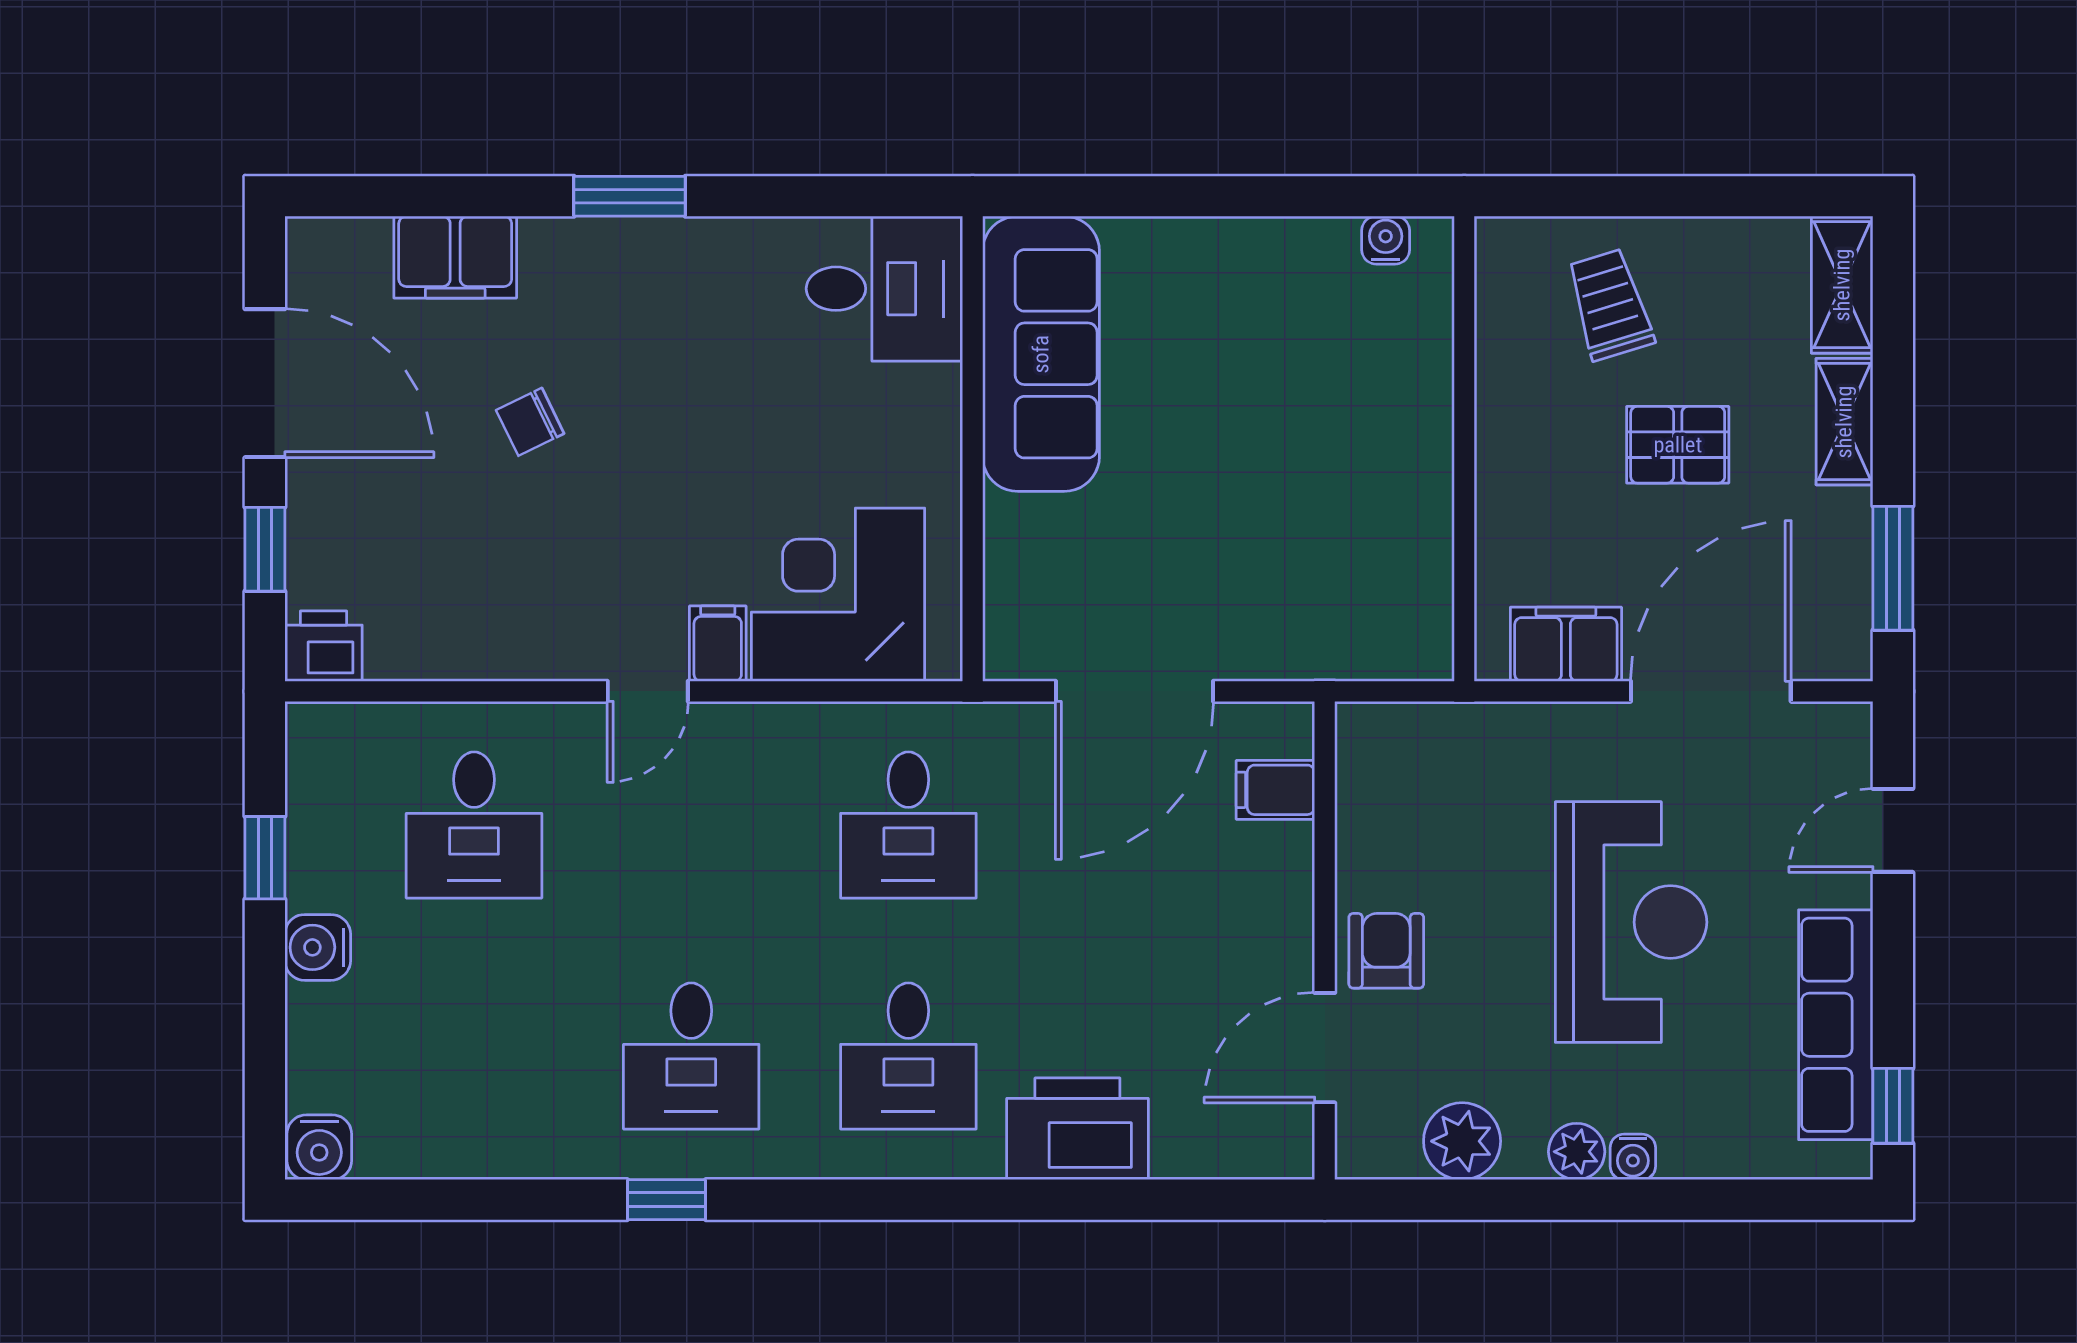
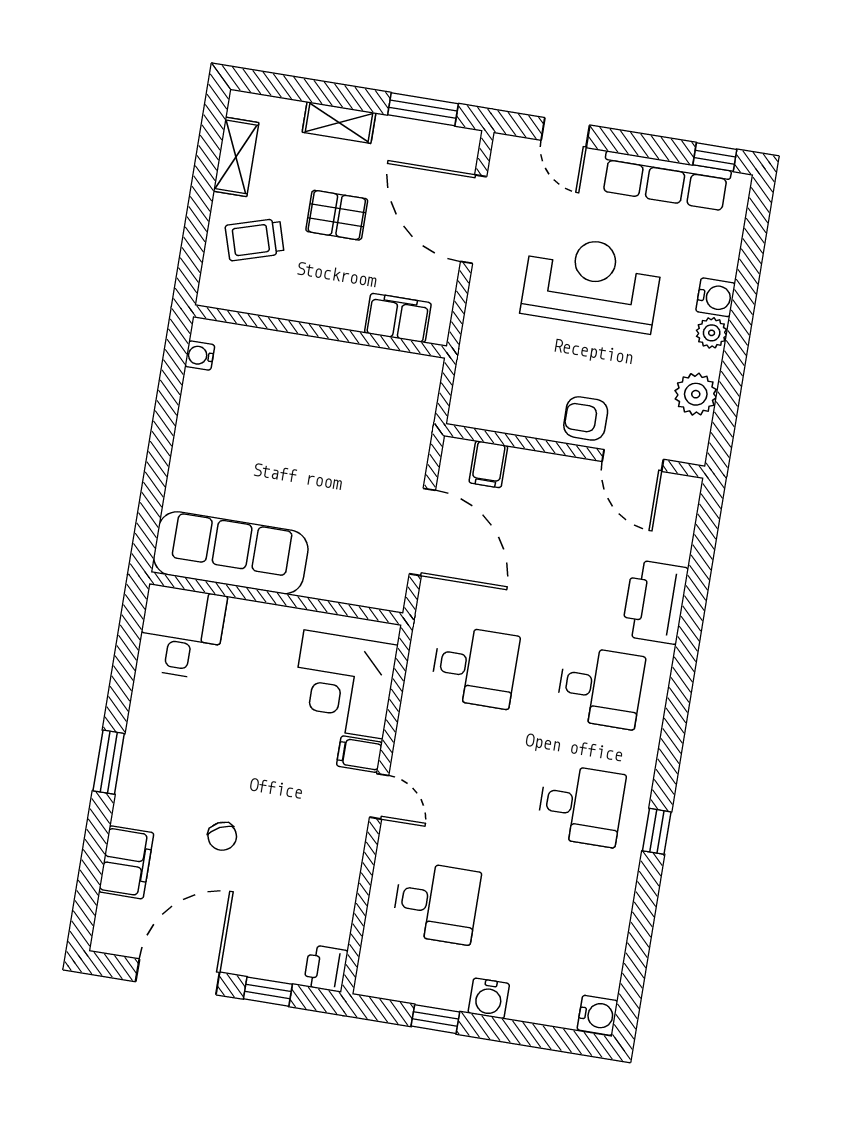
shelving: (1842, 285) -> (236, 157), moved, turned 90
pallet: (1678, 445) -> (337, 215), turned 90
filing cabinet: (1566, 644) -> (398, 318), moved, turned 90
water cooler: (1633, 1157) -> (716, 297), width x1.38, depth x1.38

